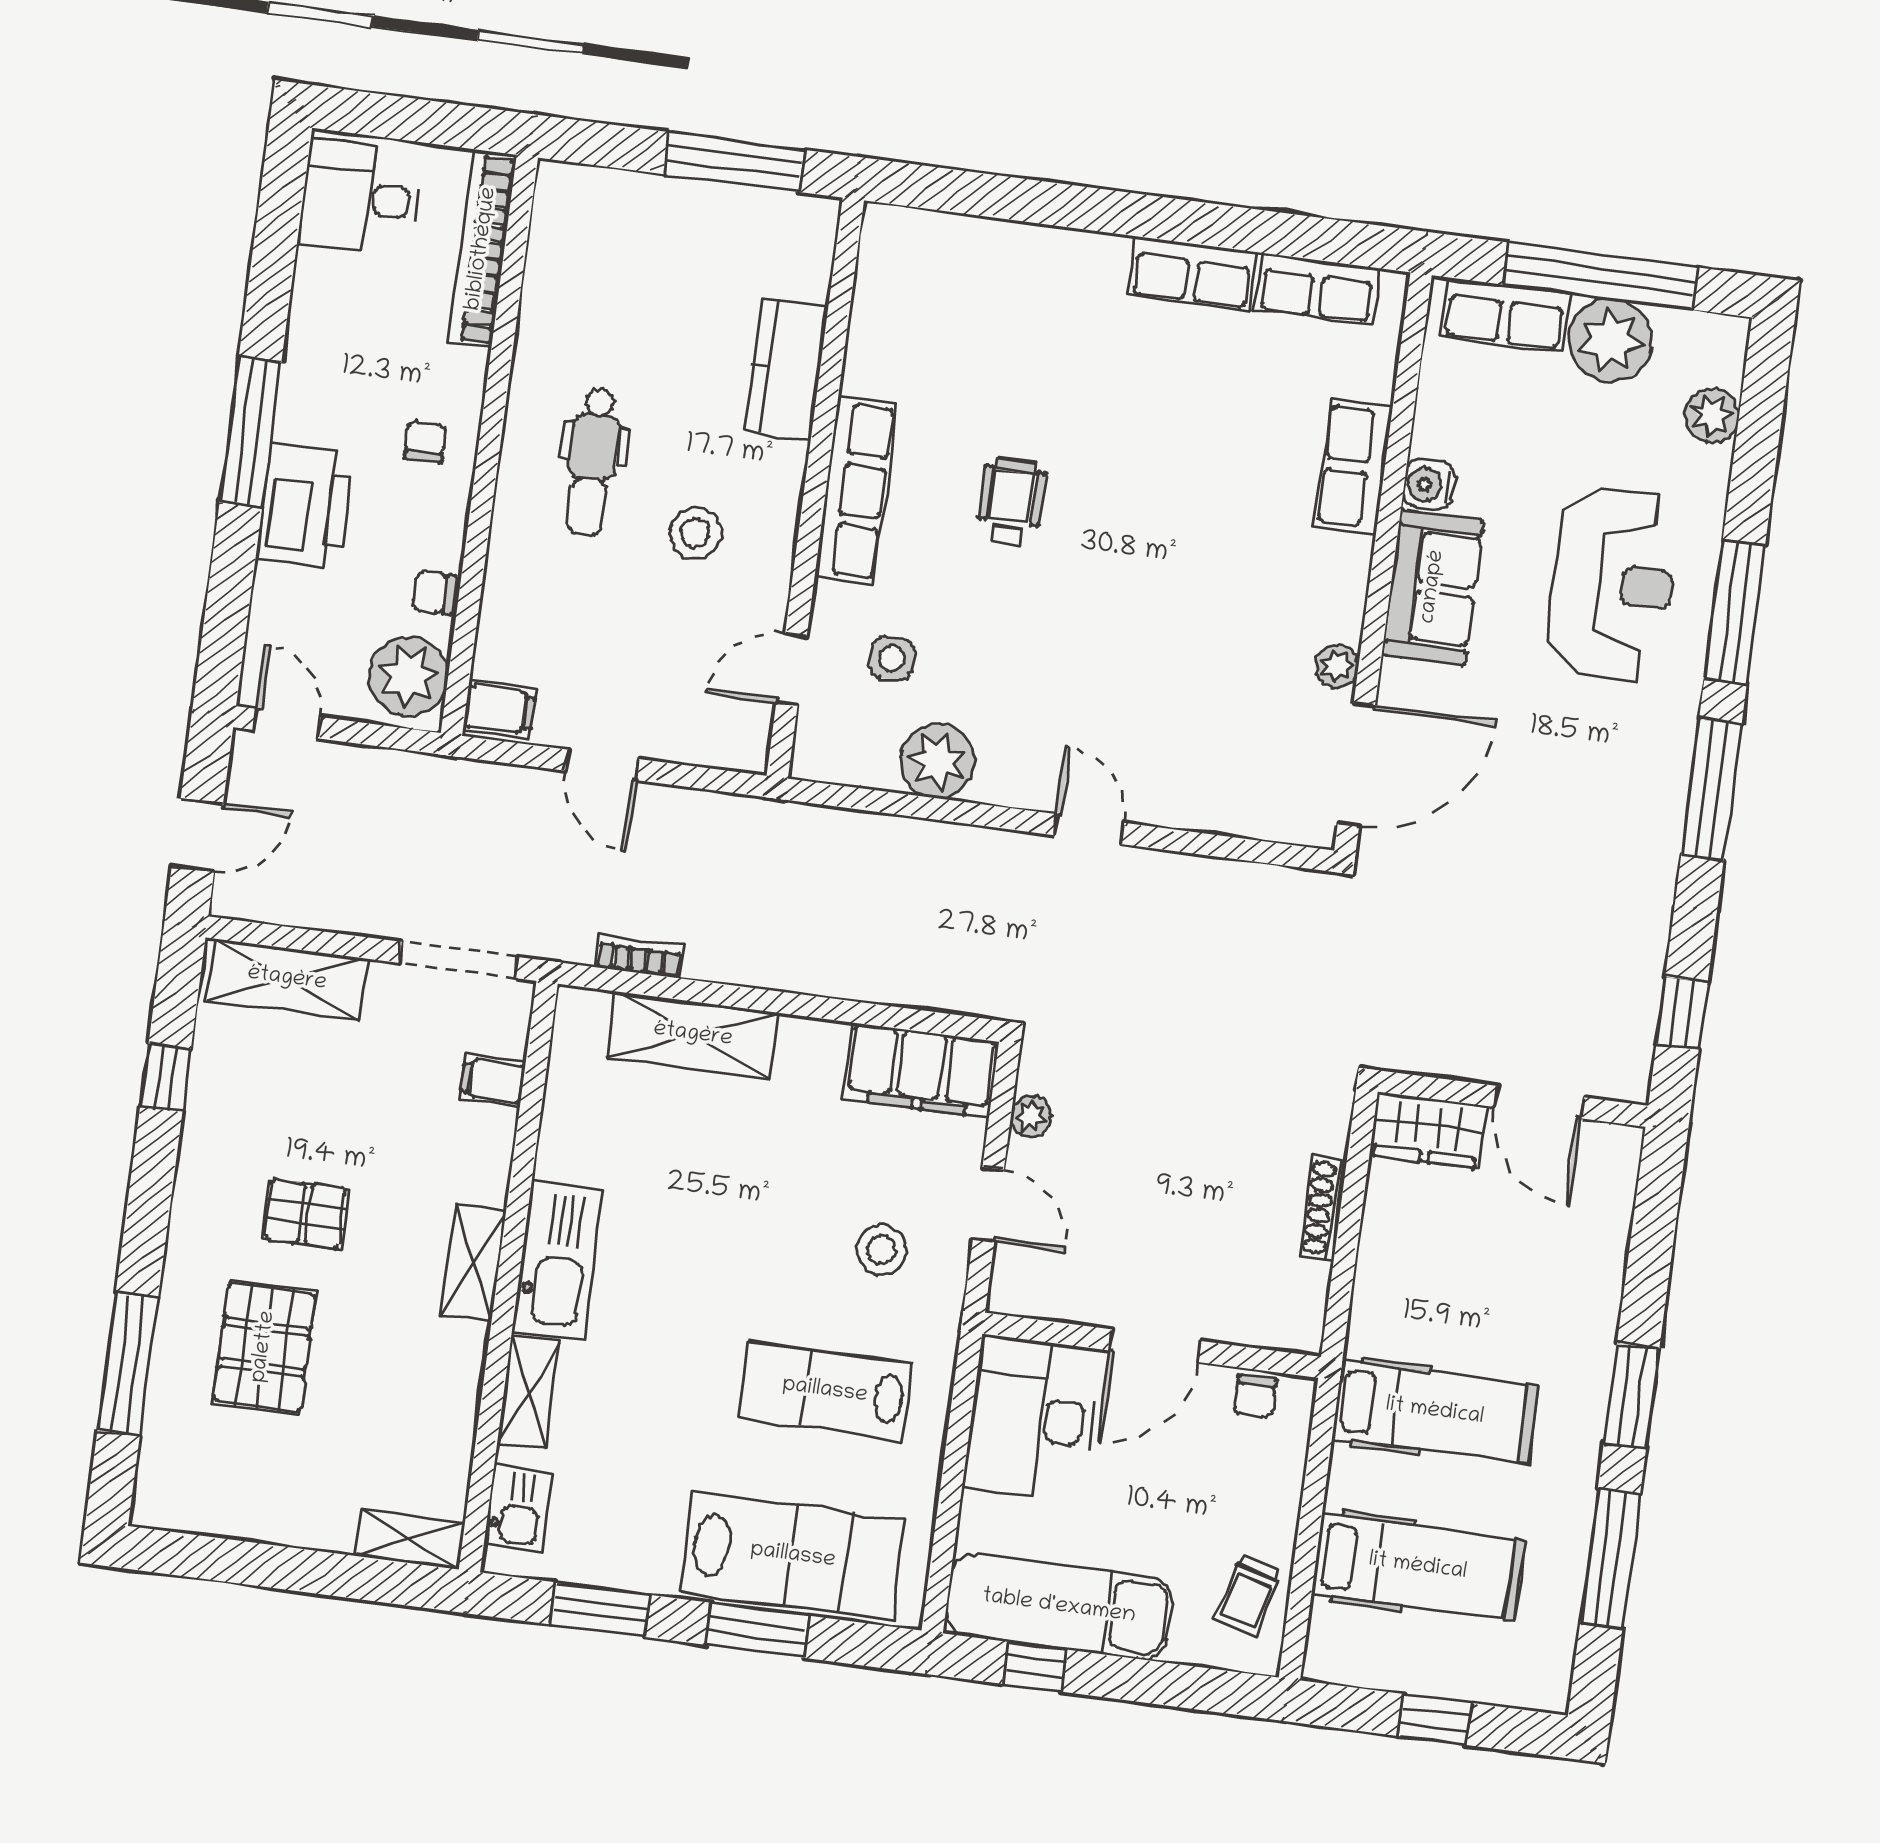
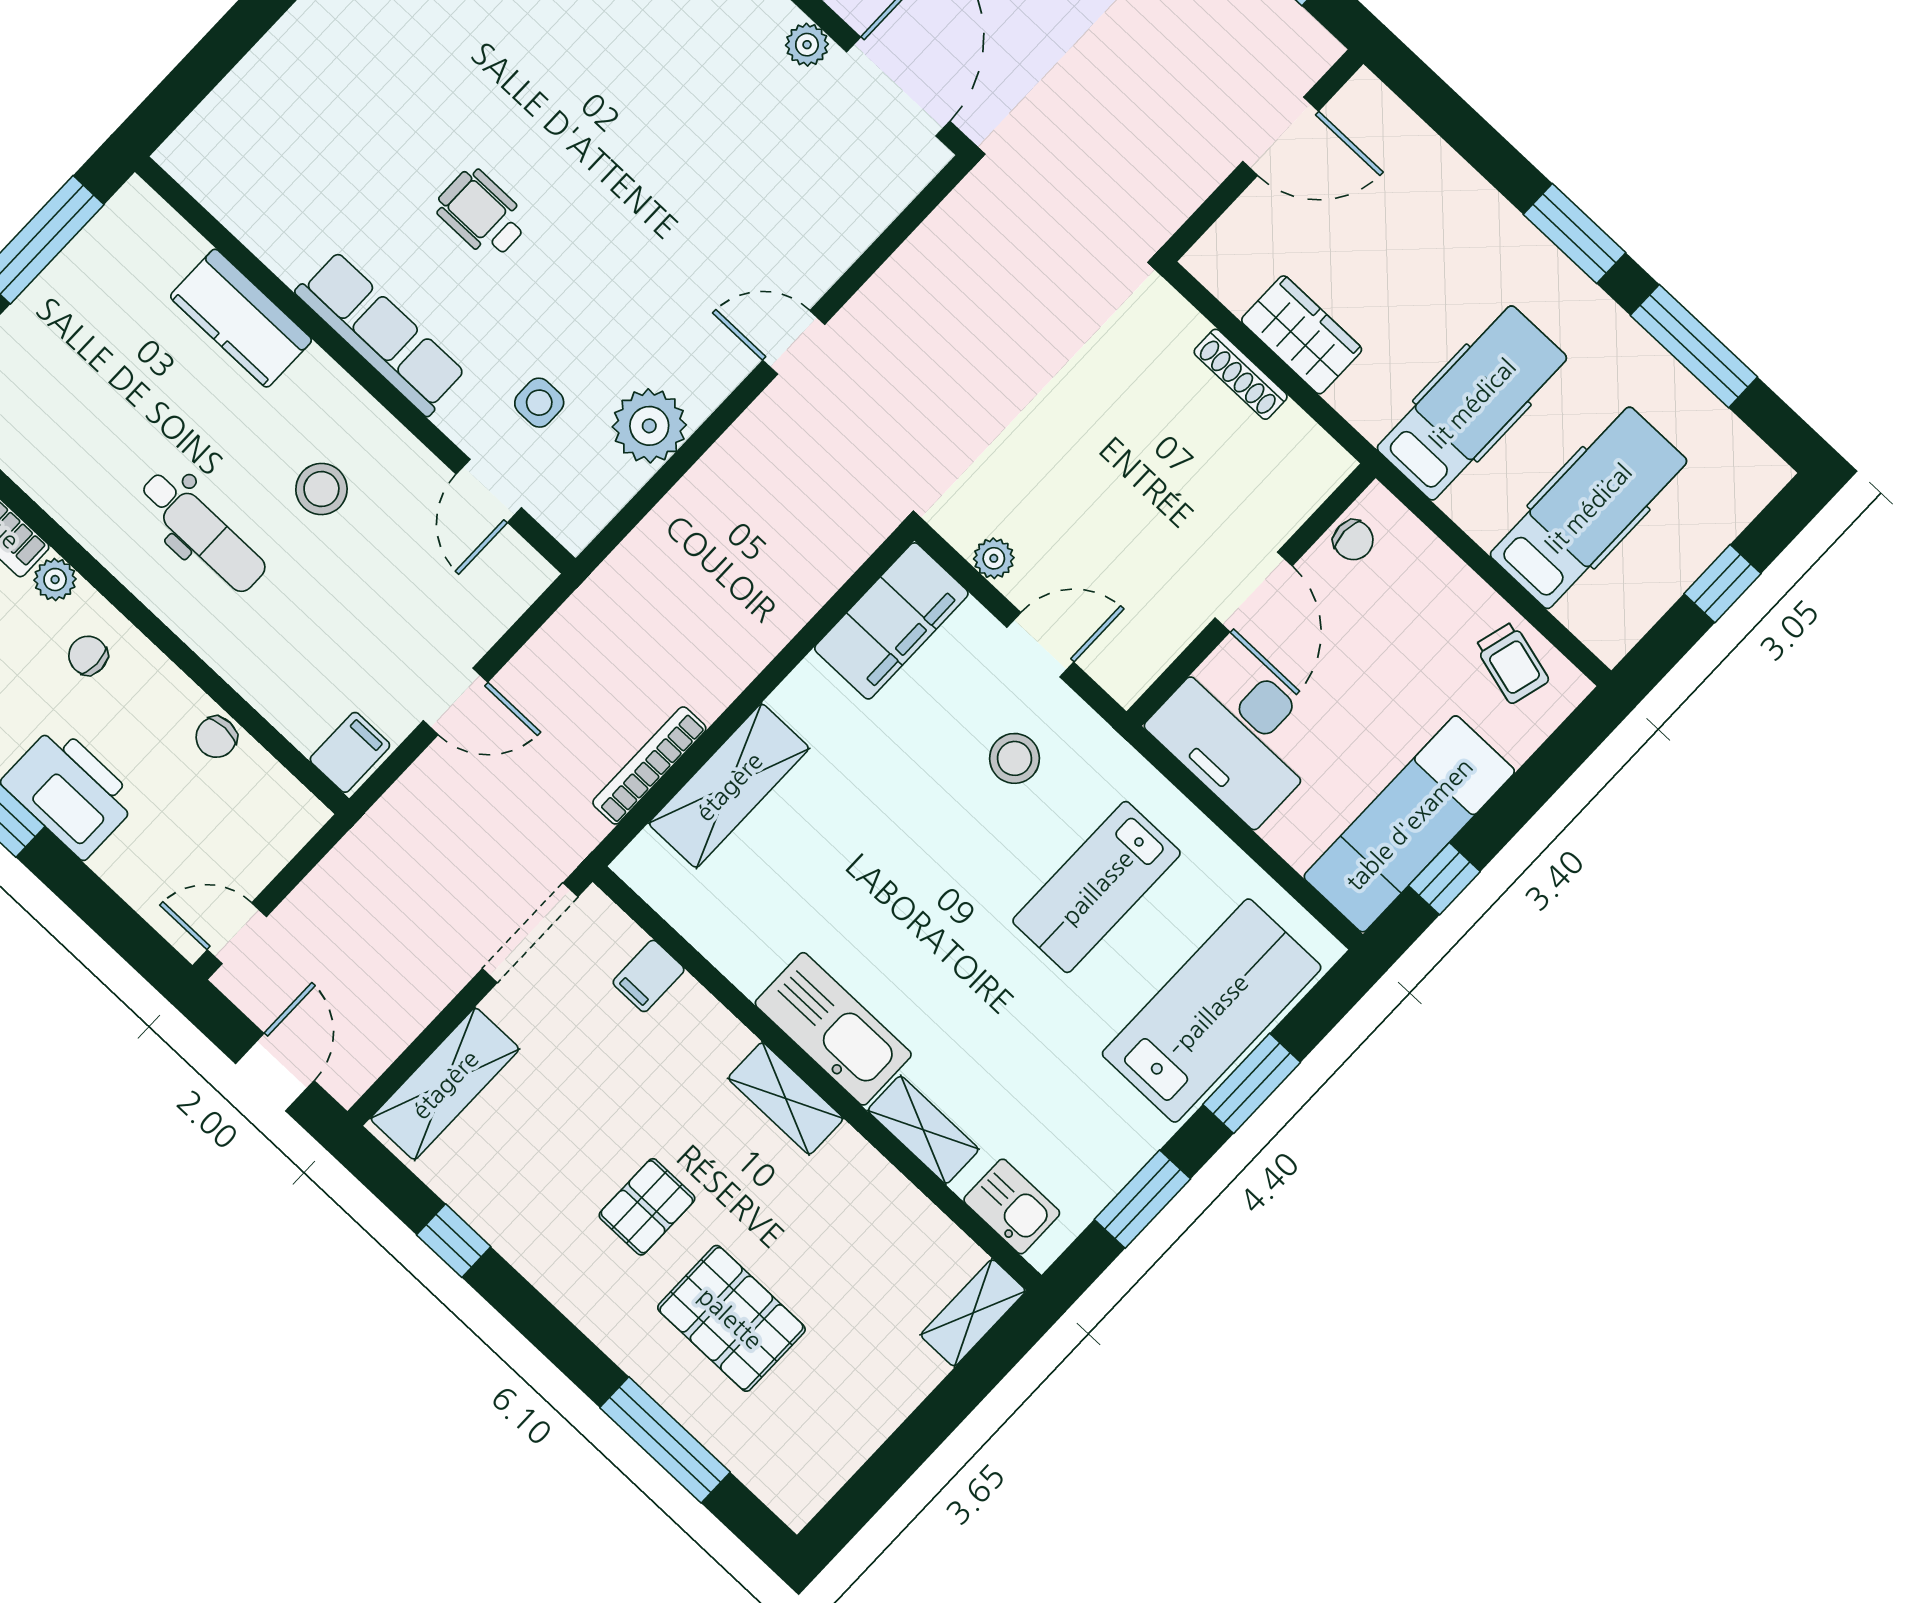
plant: (408, 676) -> (55, 580), moved, width x0.53, depth x0.53
bookcase: (639, 956) -> (649, 765), width x1.56
wardrobe: (1428, 1130) -> (1302, 335), moved, turned -90

